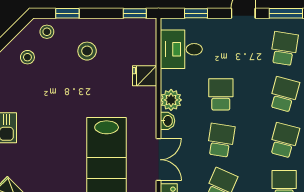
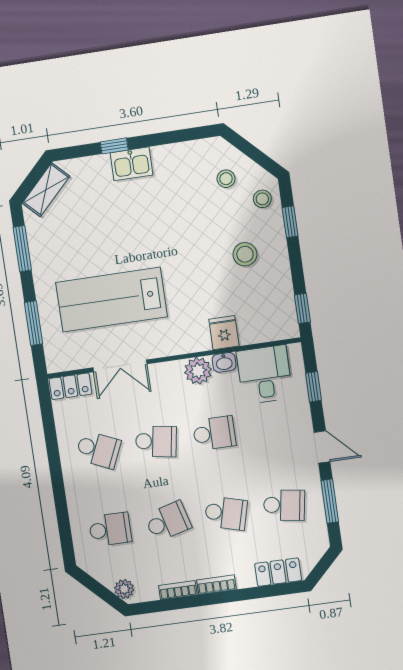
washbasin: (167, 121) -> (224, 362), moved
school desk: (284, 140) -> (168, 521), turned -30

